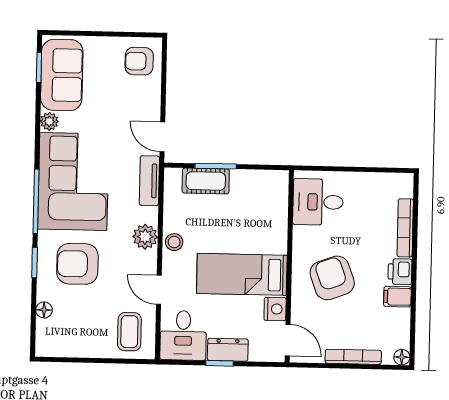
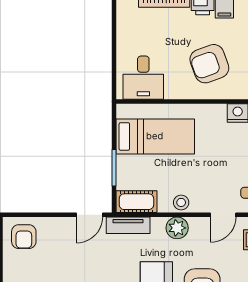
cot: (206, 181) -> (136, 202), moved, turned 90
bed: (242, 274) -> (155, 136), moved, turned -90

